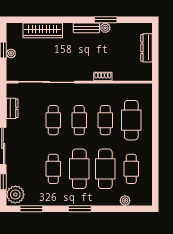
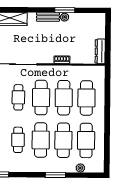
dresser: (147, 48) -> (100, 51), moved
cafe table: (79, 120) -> (41, 98), width x1.37, depth x1.35
cafe table: (105, 120) -> (64, 98), width x1.37, depth x1.35
cafe table: (131, 169) -> (86, 140), width x1.37, depth x1.35
window: (80, 209) -> (55, 175), moved

